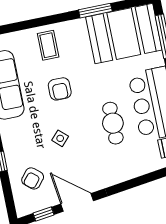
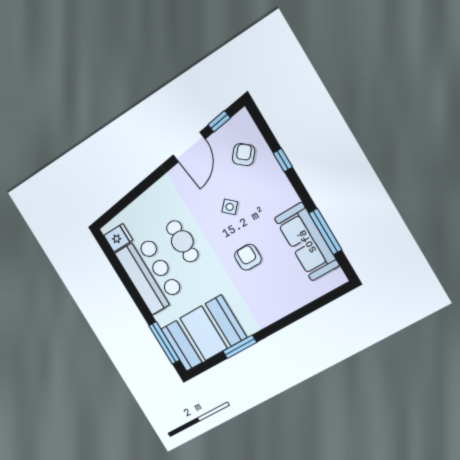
coffee table: (48, 45) -> (275, 297), removed
door: (77, 202) -> (189, 147), hinge flipped

